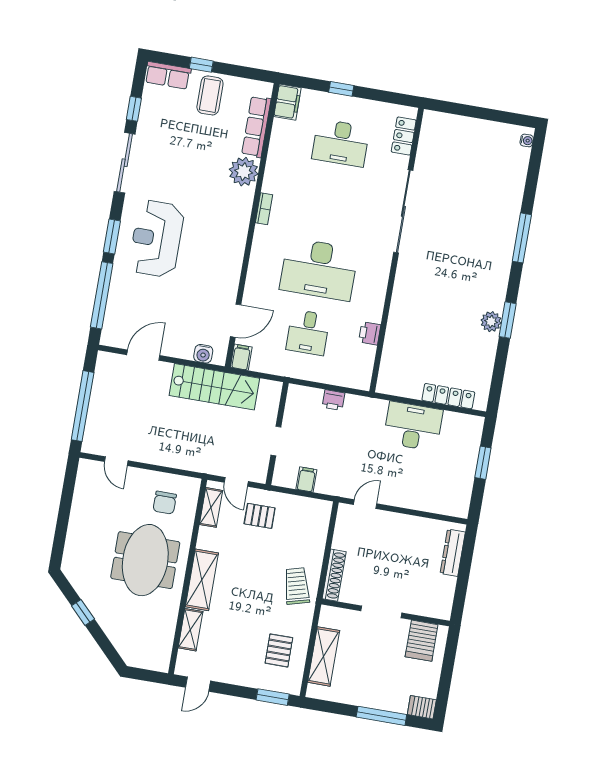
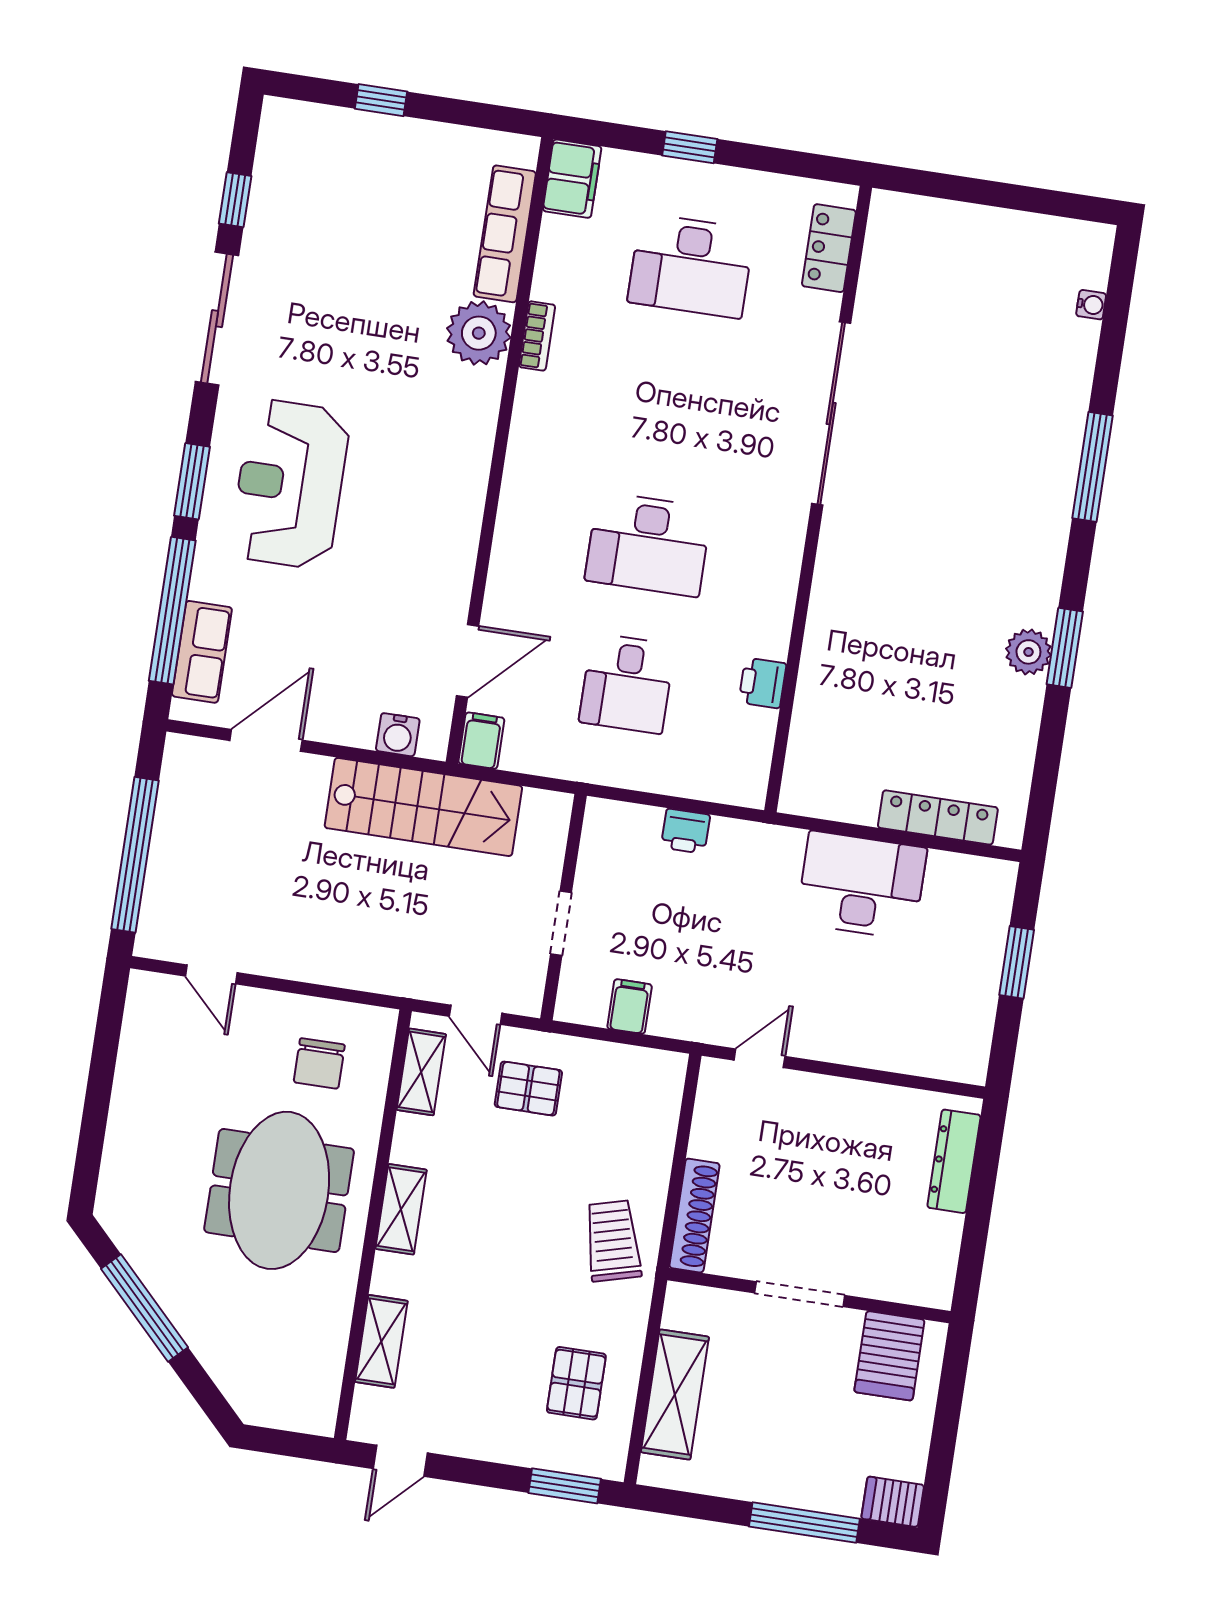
row of seats: (168, 75) -> (202, 652), moved, turned -90
coffee table: (210, 95) -> (402, 167), removed
water cooler: (527, 140) -> (1091, 305), moved
bookcase: (264, 209) -> (537, 336), moved
desk: (319, 269) -> (648, 544), width x0.73, depth x0.77
shelving: (202, 580) -> (401, 1209), width x0.67, depth x0.75
window: (83, 612) -> (145, 1308), width x2.17

